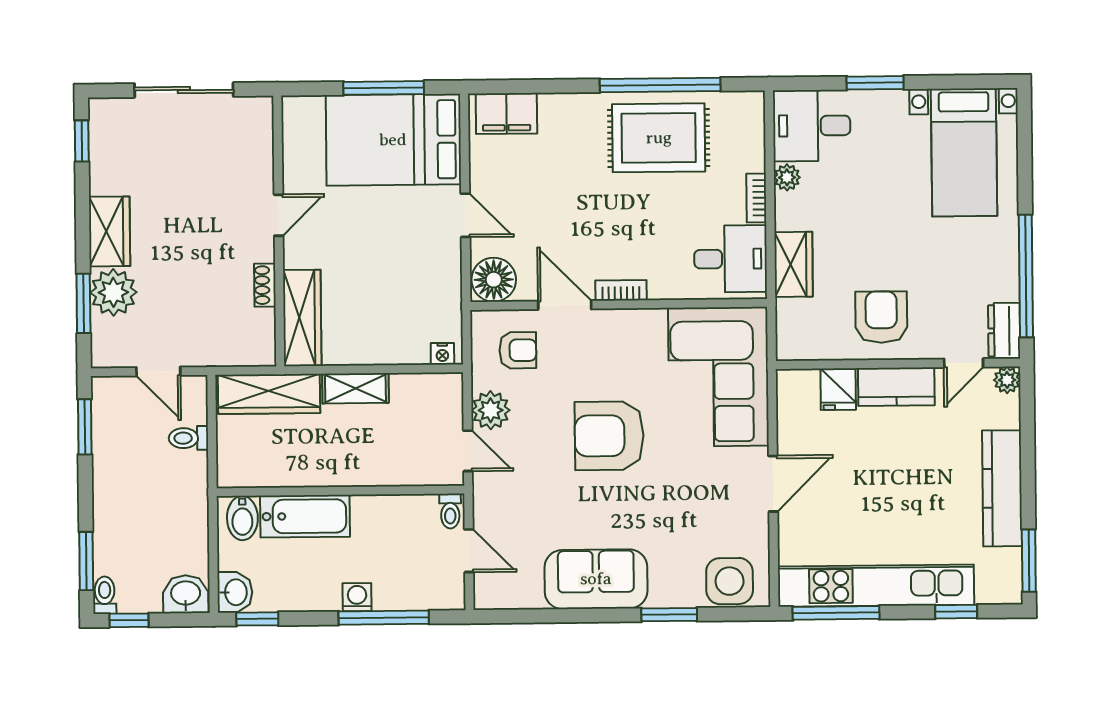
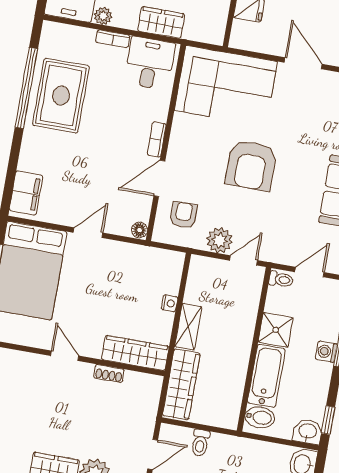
floor lamp: (494, 280) -> (140, 230), width x0.53, depth x0.53
nightstand: (442, 354) -> (170, 303), moved
shower: (375, 517) -> (276, 330), added

